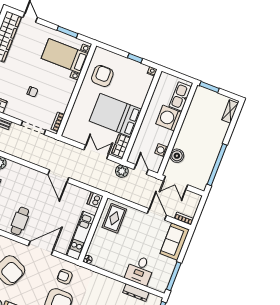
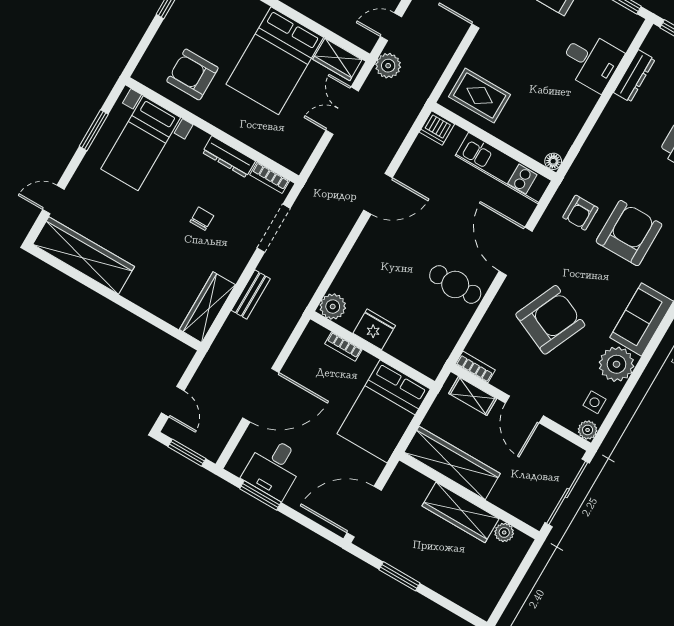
dresser: (65, 100) -> (229, 157), added

